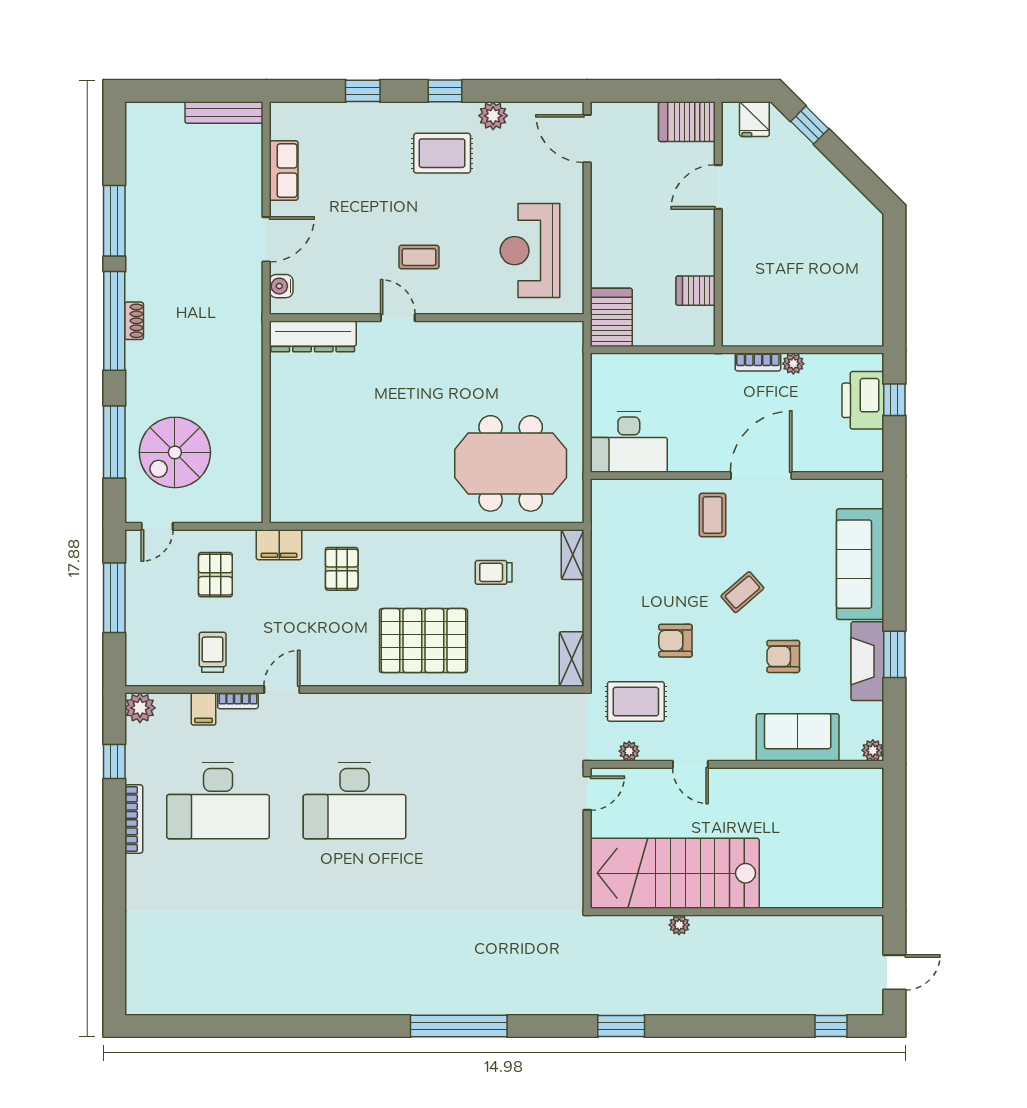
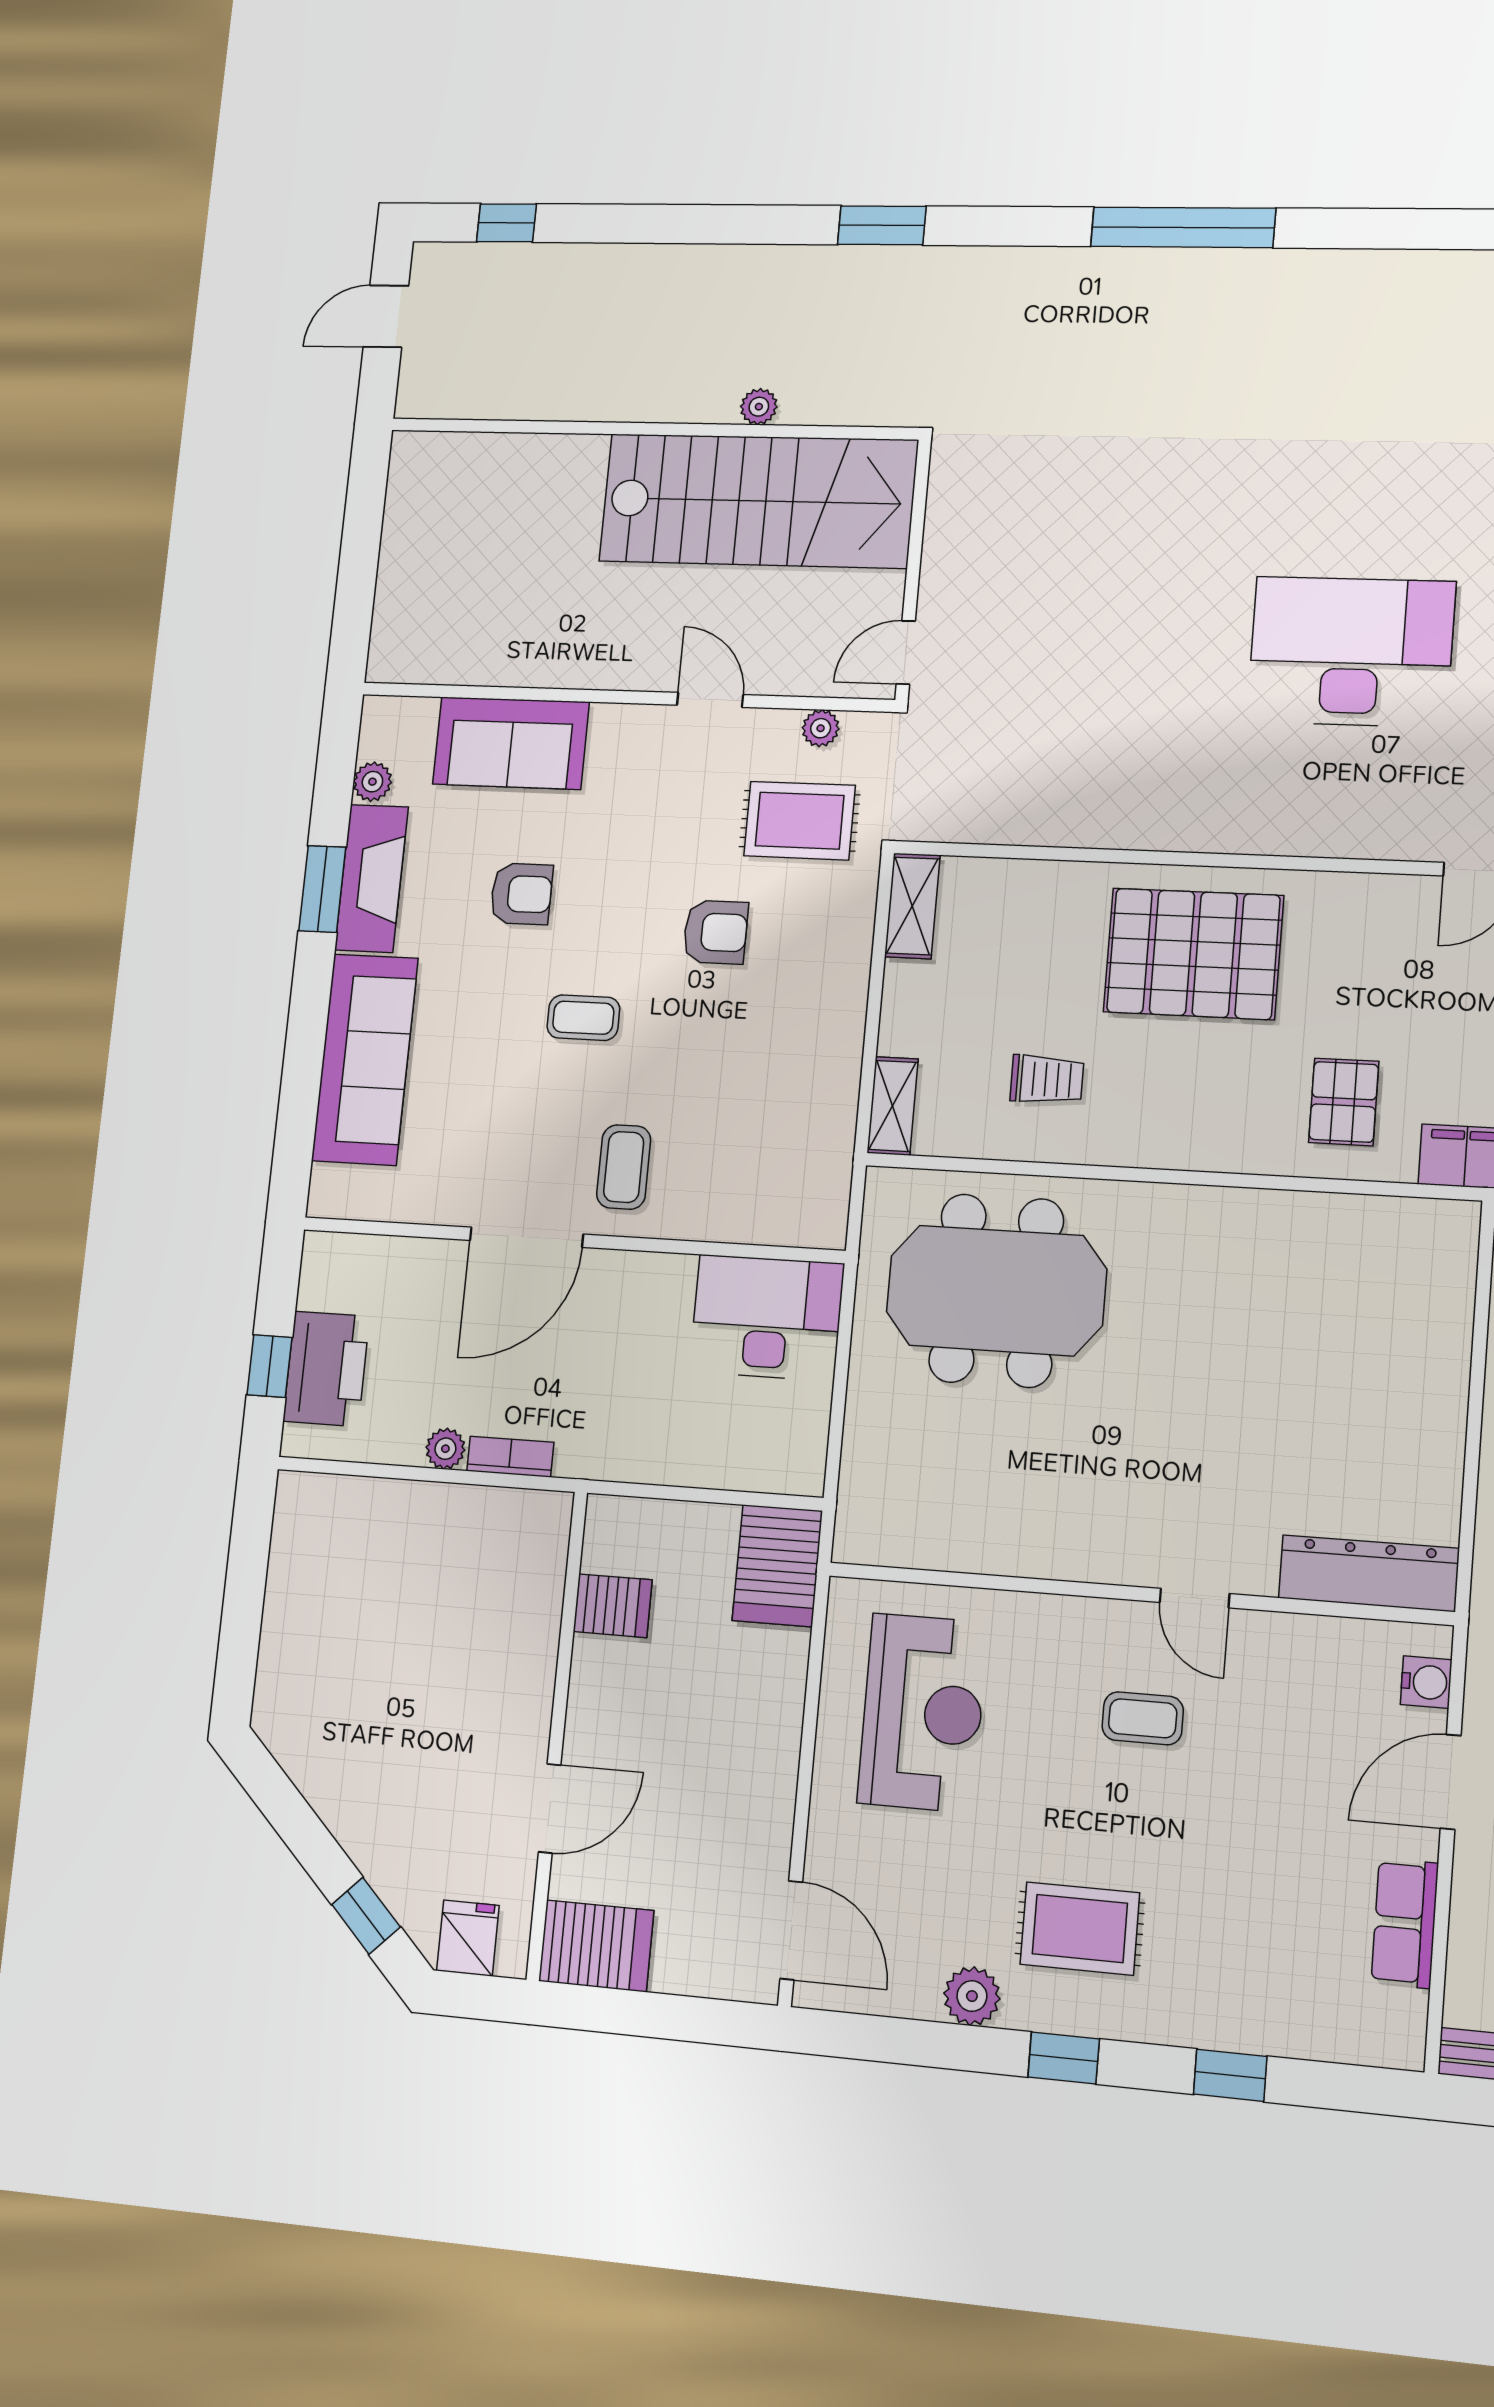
coffee table: (742, 592) -> (583, 1018), turned 41
plant: (873, 750) -> (372, 782), moved

